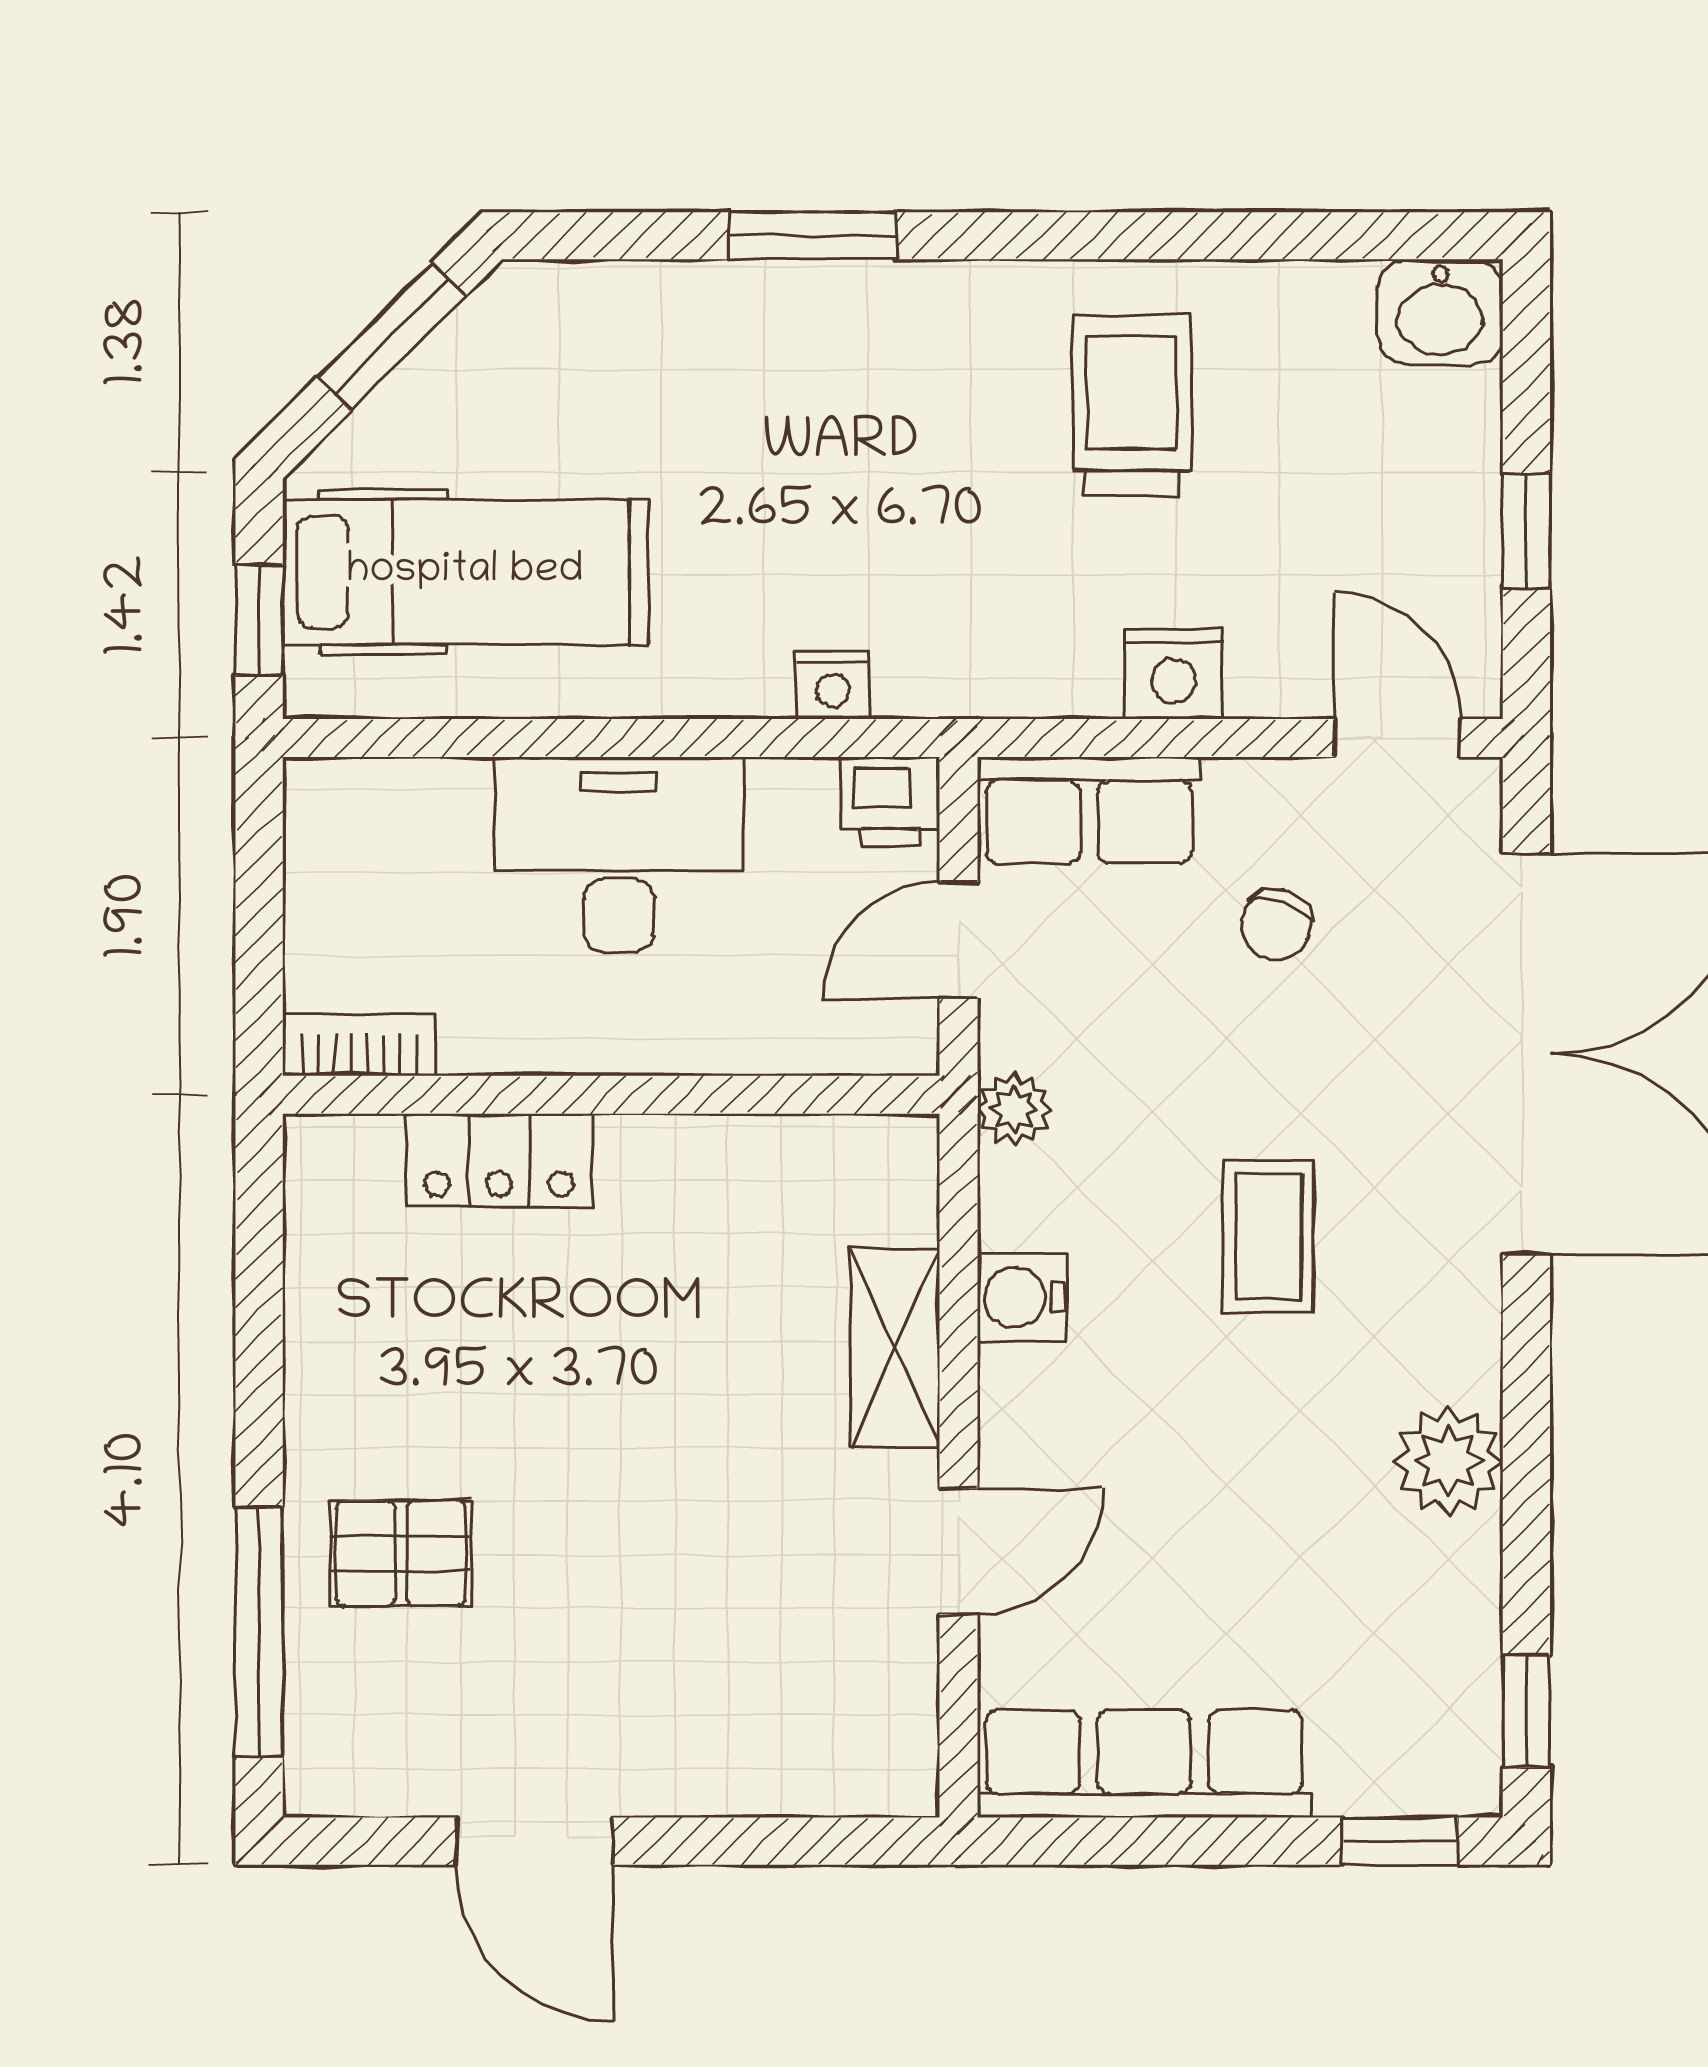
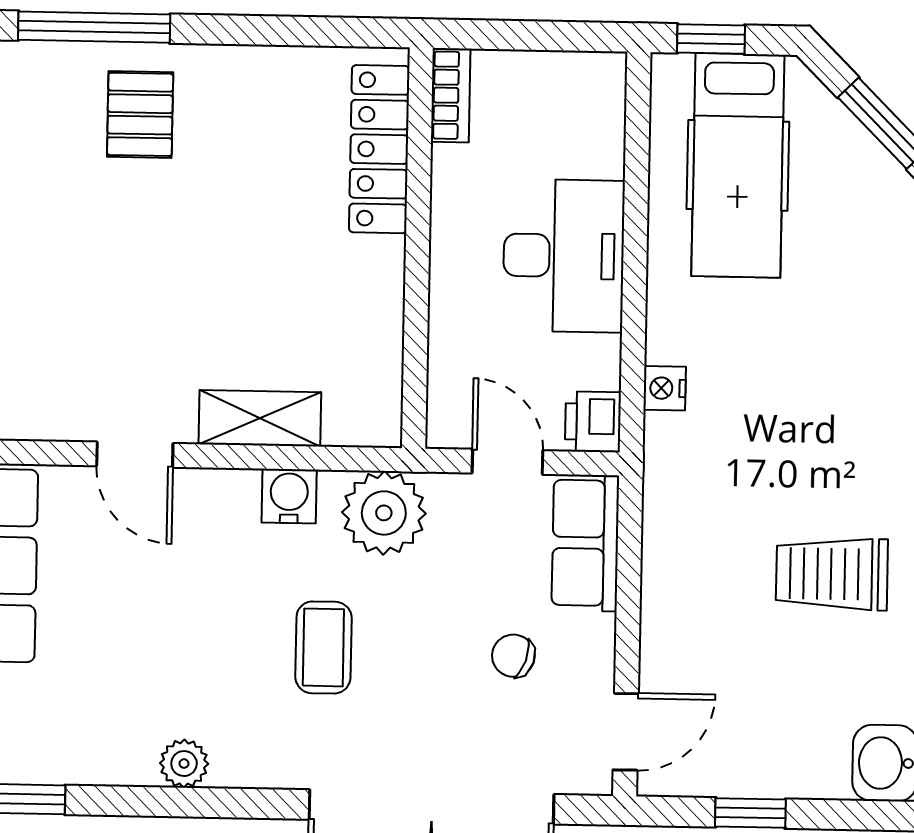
trolley: (1132, 405) -> (832, 574), turned 180
nightstand: (1173, 674) -> (668, 596), removed
plant: (1014, 1109) -> (384, 513), width x1.88, depth x1.88
locker: (499, 1160) -> (379, 149), width x1.53
coffee table: (1269, 1236) -> (323, 647), turned 90
plant: (1448, 1461) -> (184, 764), width x0.73, depth x0.73

